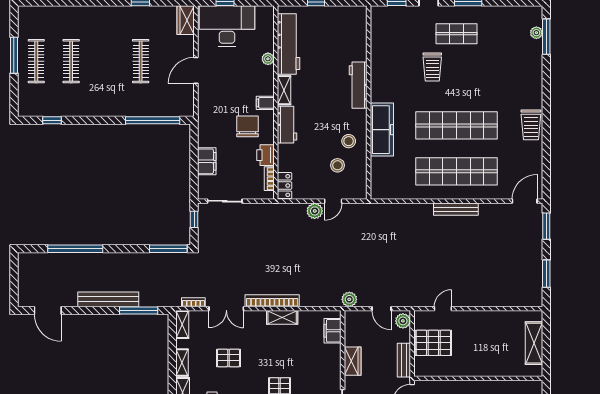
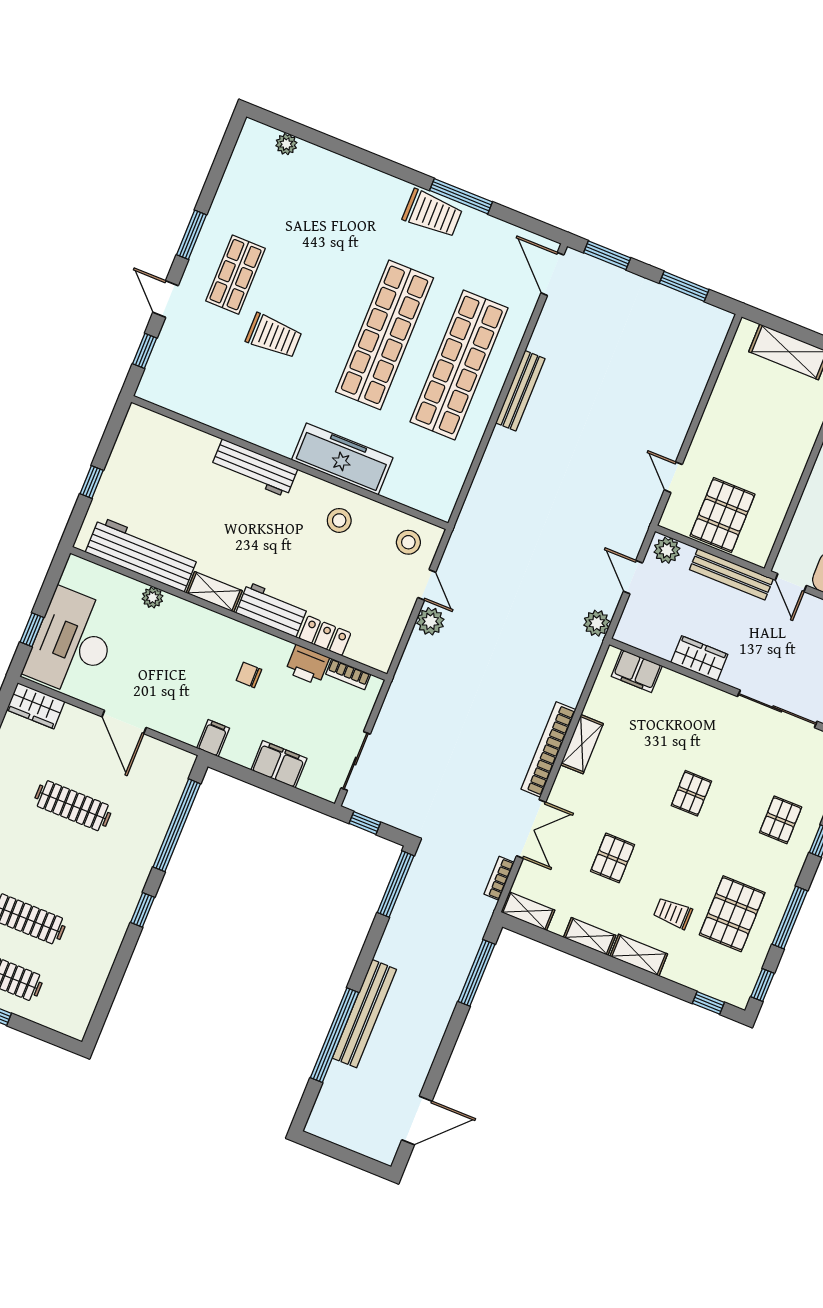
window: (546, 37) -> (461, 196), moved
filing cabinet: (265, 103) -> (213, 738), moved, turned 180
window: (52, 120) -> (143, 910), moved
chair: (248, 126) -> (249, 675), width x0.54, depth x0.54
stool: (337, 165) -> (408, 542), moved
locker: (285, 186) -> (325, 636), moved
bench: (108, 299) -> (364, 1014), moved
door: (381, 309) -> (633, 577), swing flipped
bench: (404, 360) -> (731, 574), width x1.36

